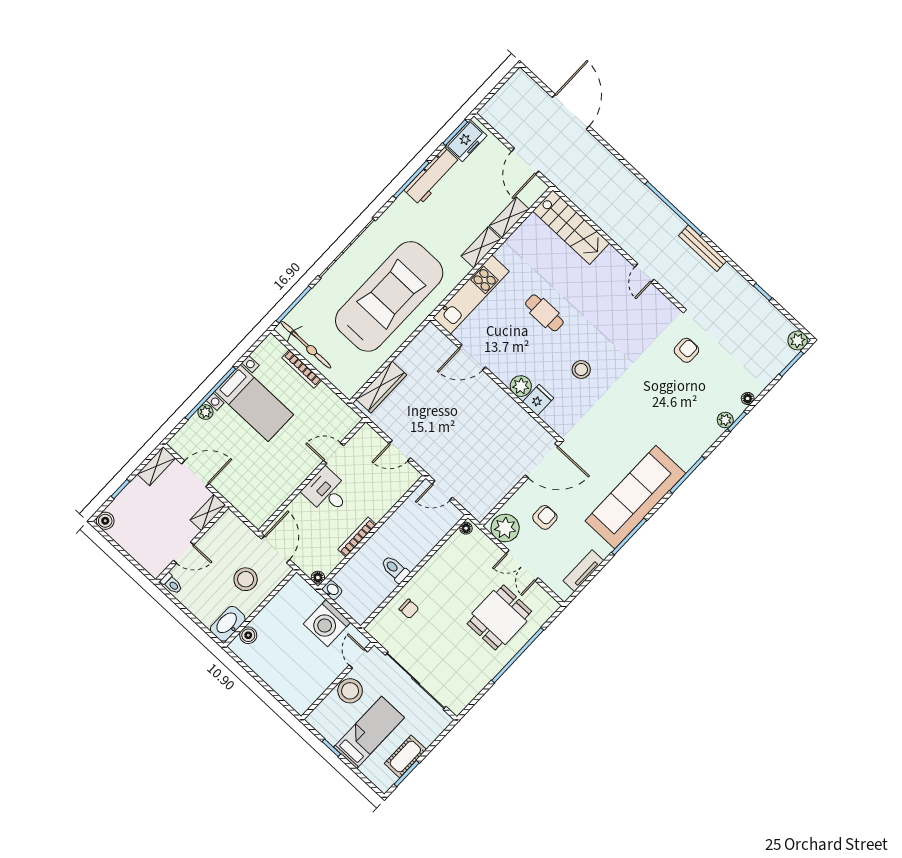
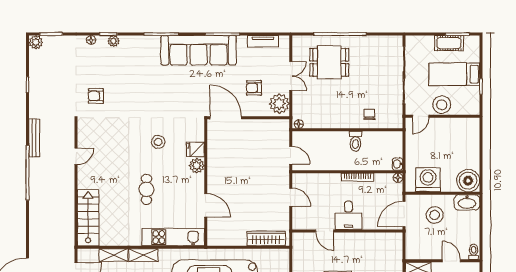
washing machine: (327, 623) -> (428, 180), moved, turned -90
boiler: (248, 635) -> (468, 181), width x1.86, depth x1.86

